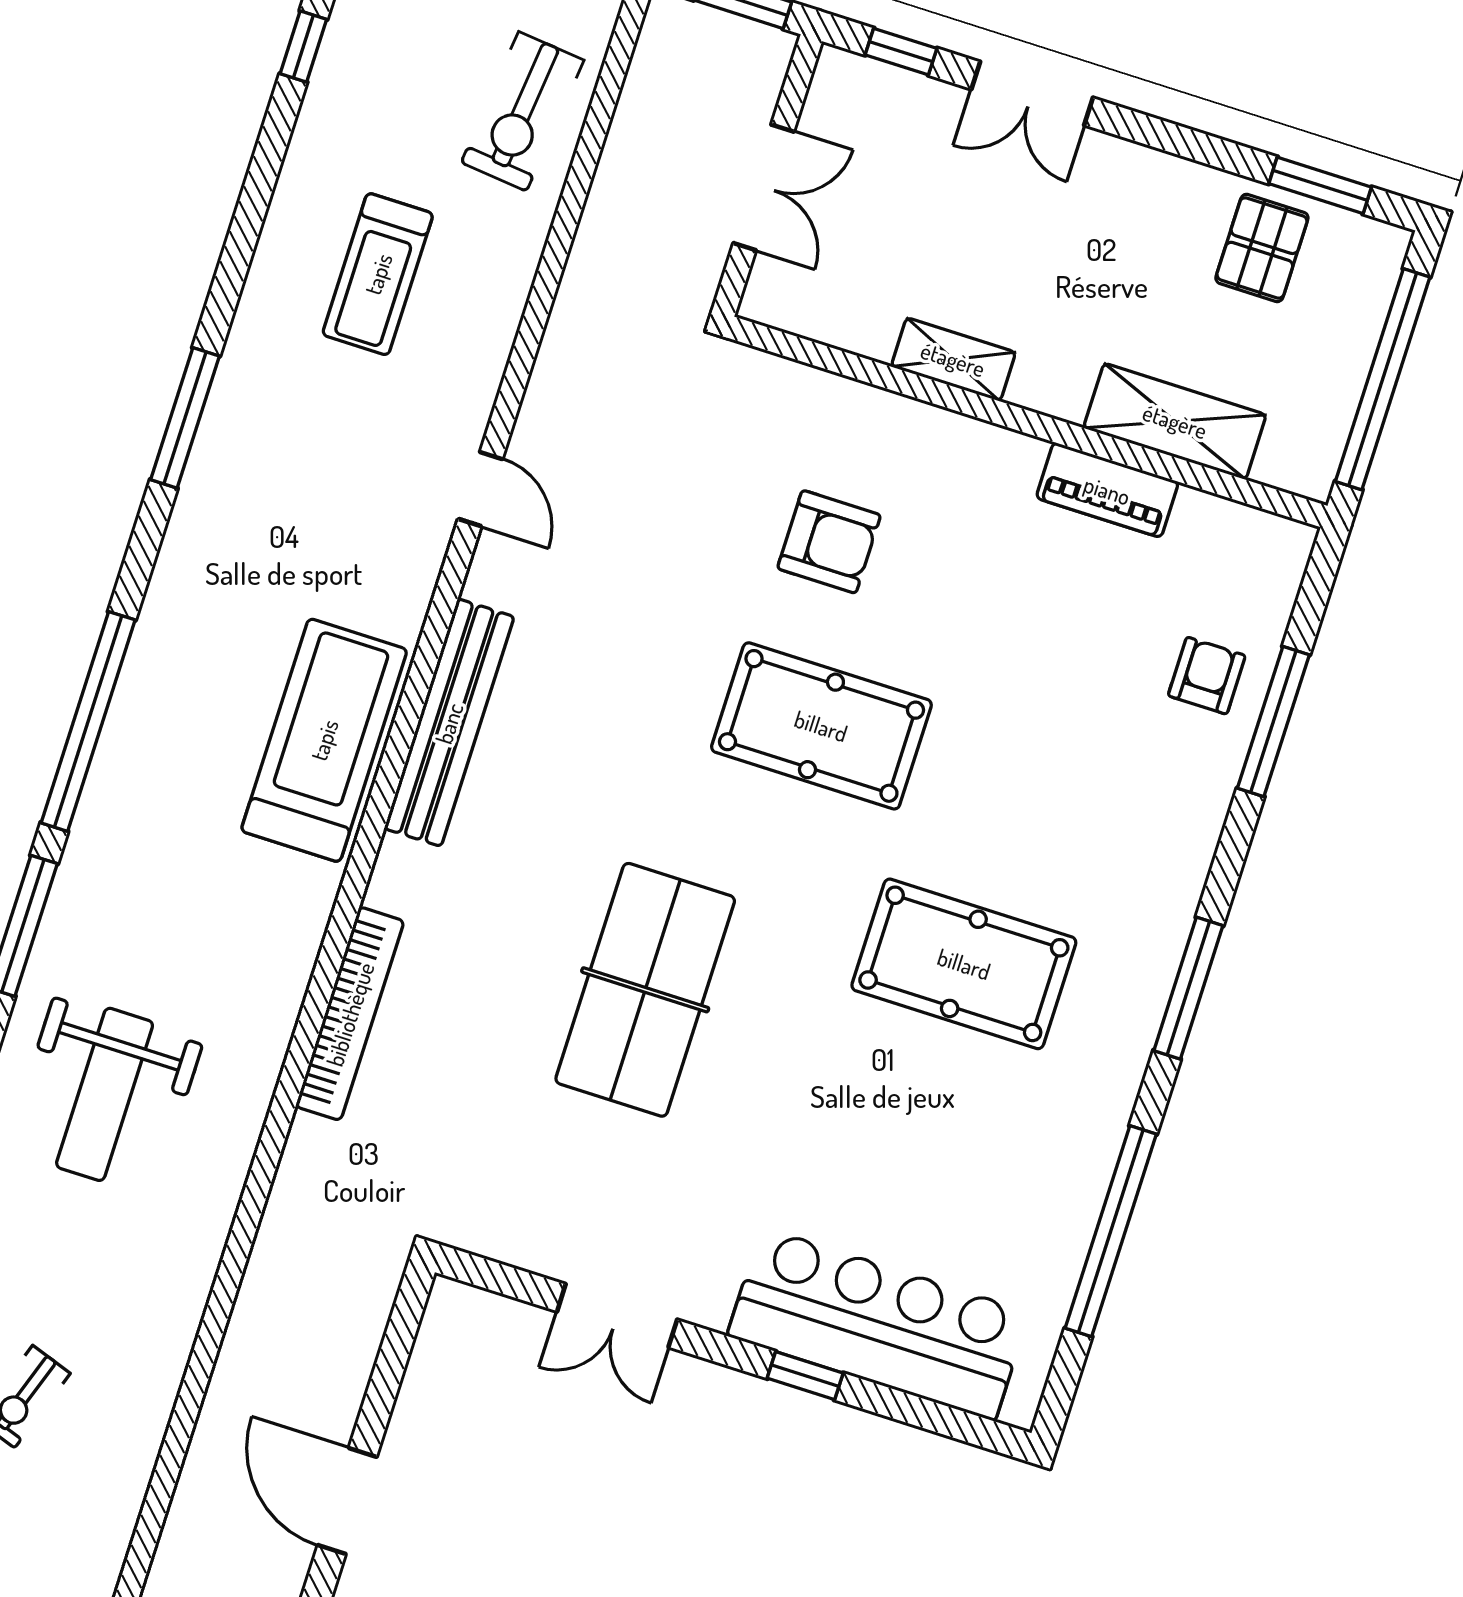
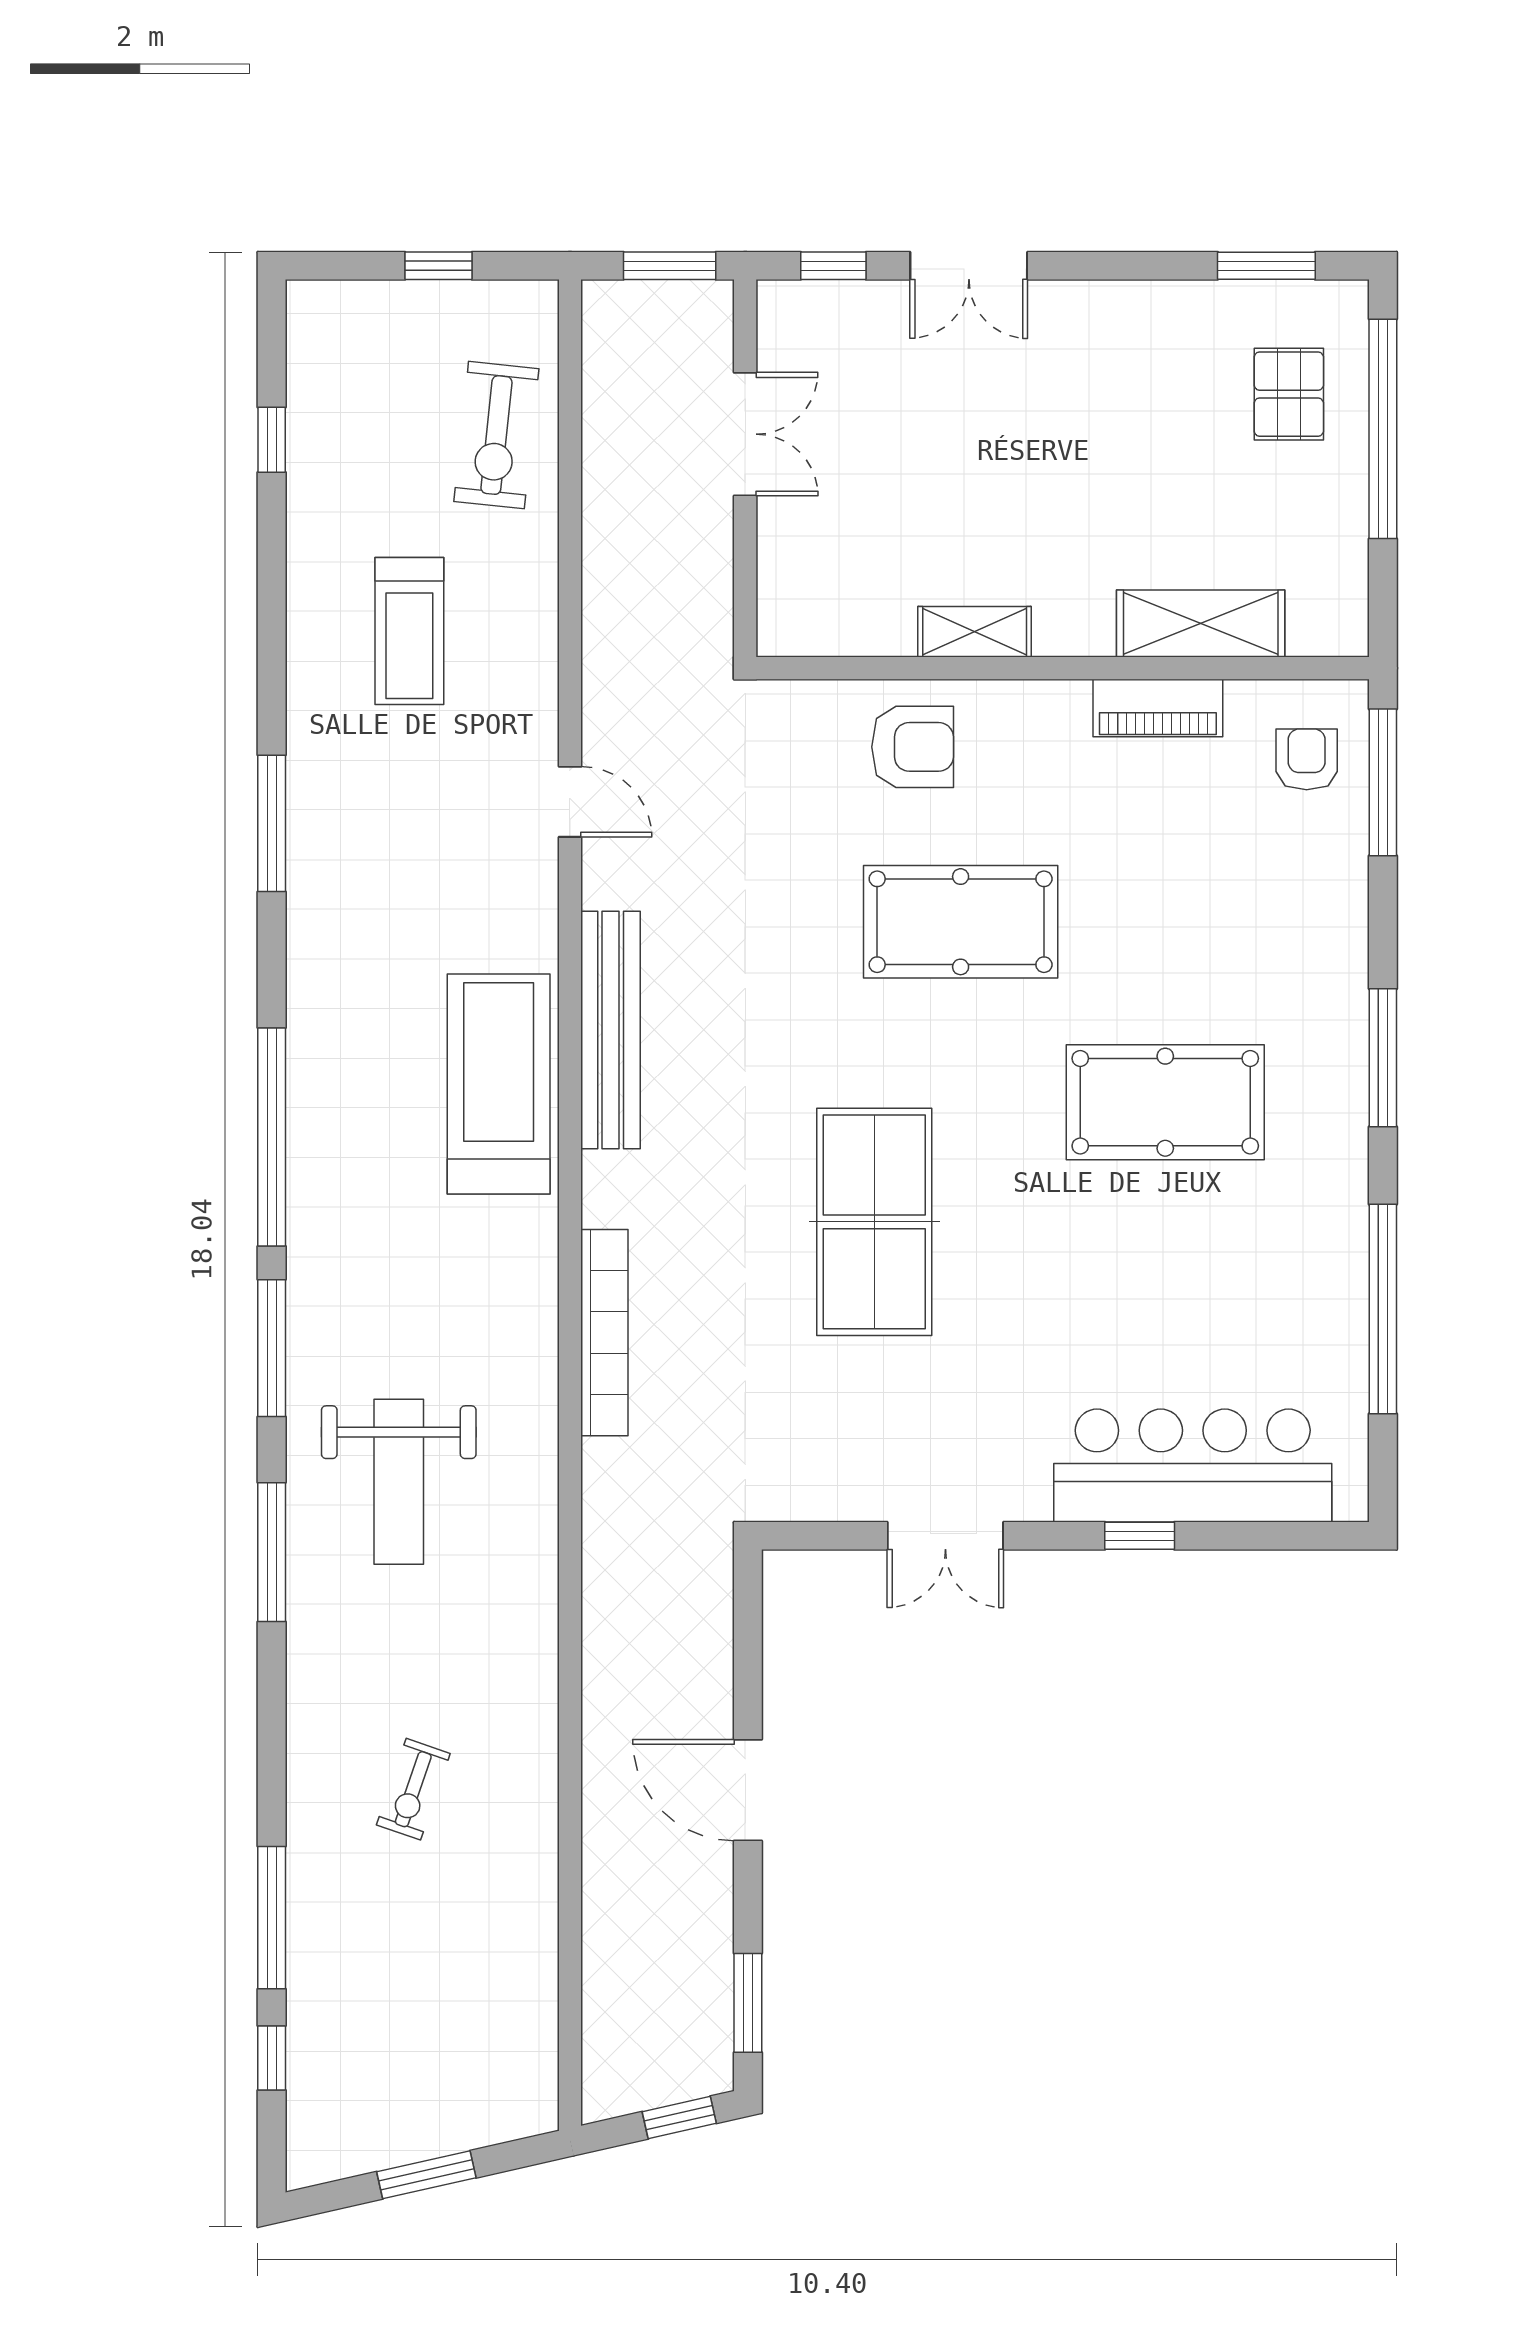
pallet: (1262, 248) -> (1289, 394), moved
shelving: (953, 359) -> (975, 632), moved
shelving: (1175, 421) -> (1201, 624), moved
wall: (1027, 422) -> (1063, 668), moved
piano: (1107, 490) -> (1158, 708), moved

